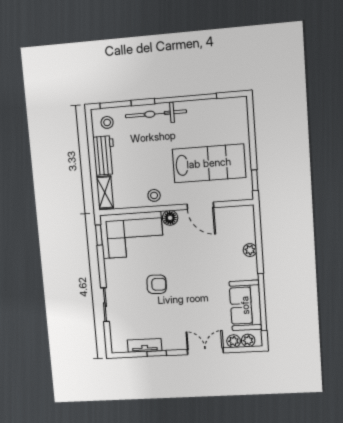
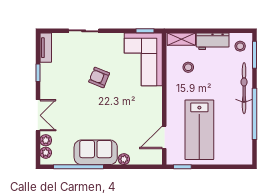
stool: (154, 195) -> (188, 67), moved
door: (200, 206) -> (164, 137), moved
floor lamp: (170, 218) -> (156, 93), removed
armchair: (157, 284) -> (99, 77), turned 110
sofa: (245, 305) -> (96, 152), moved
tv unit: (145, 345) -> (46, 48), moved

